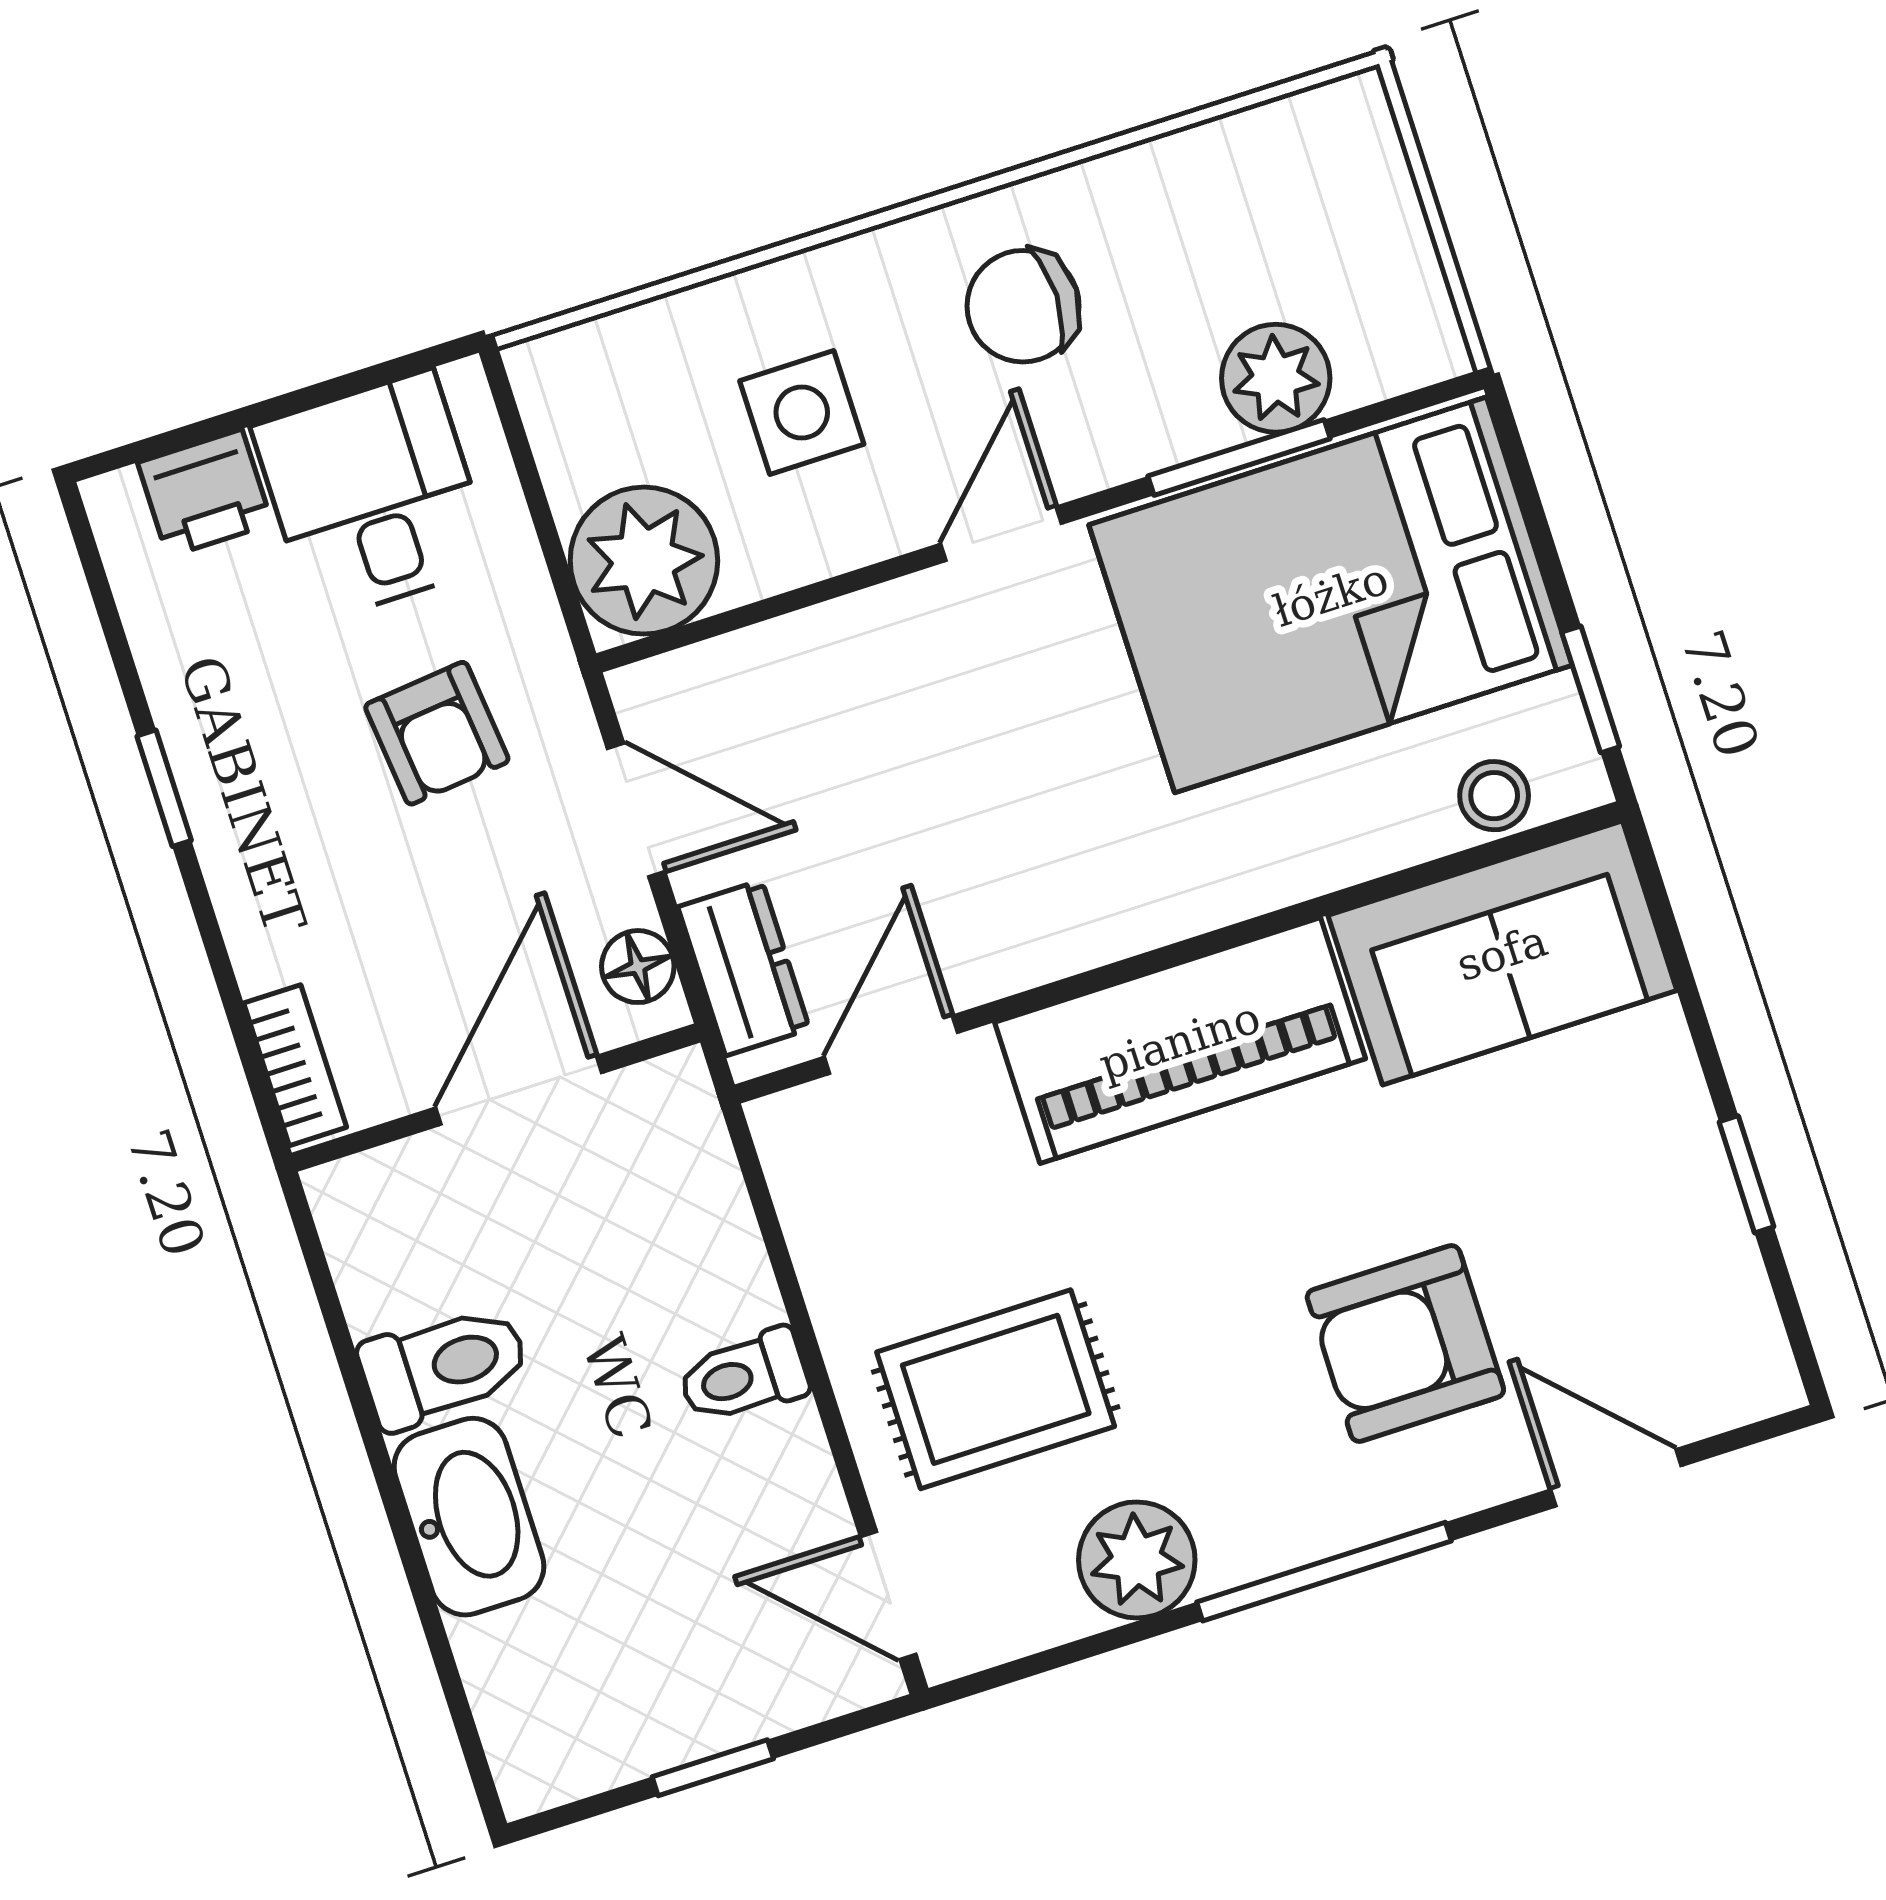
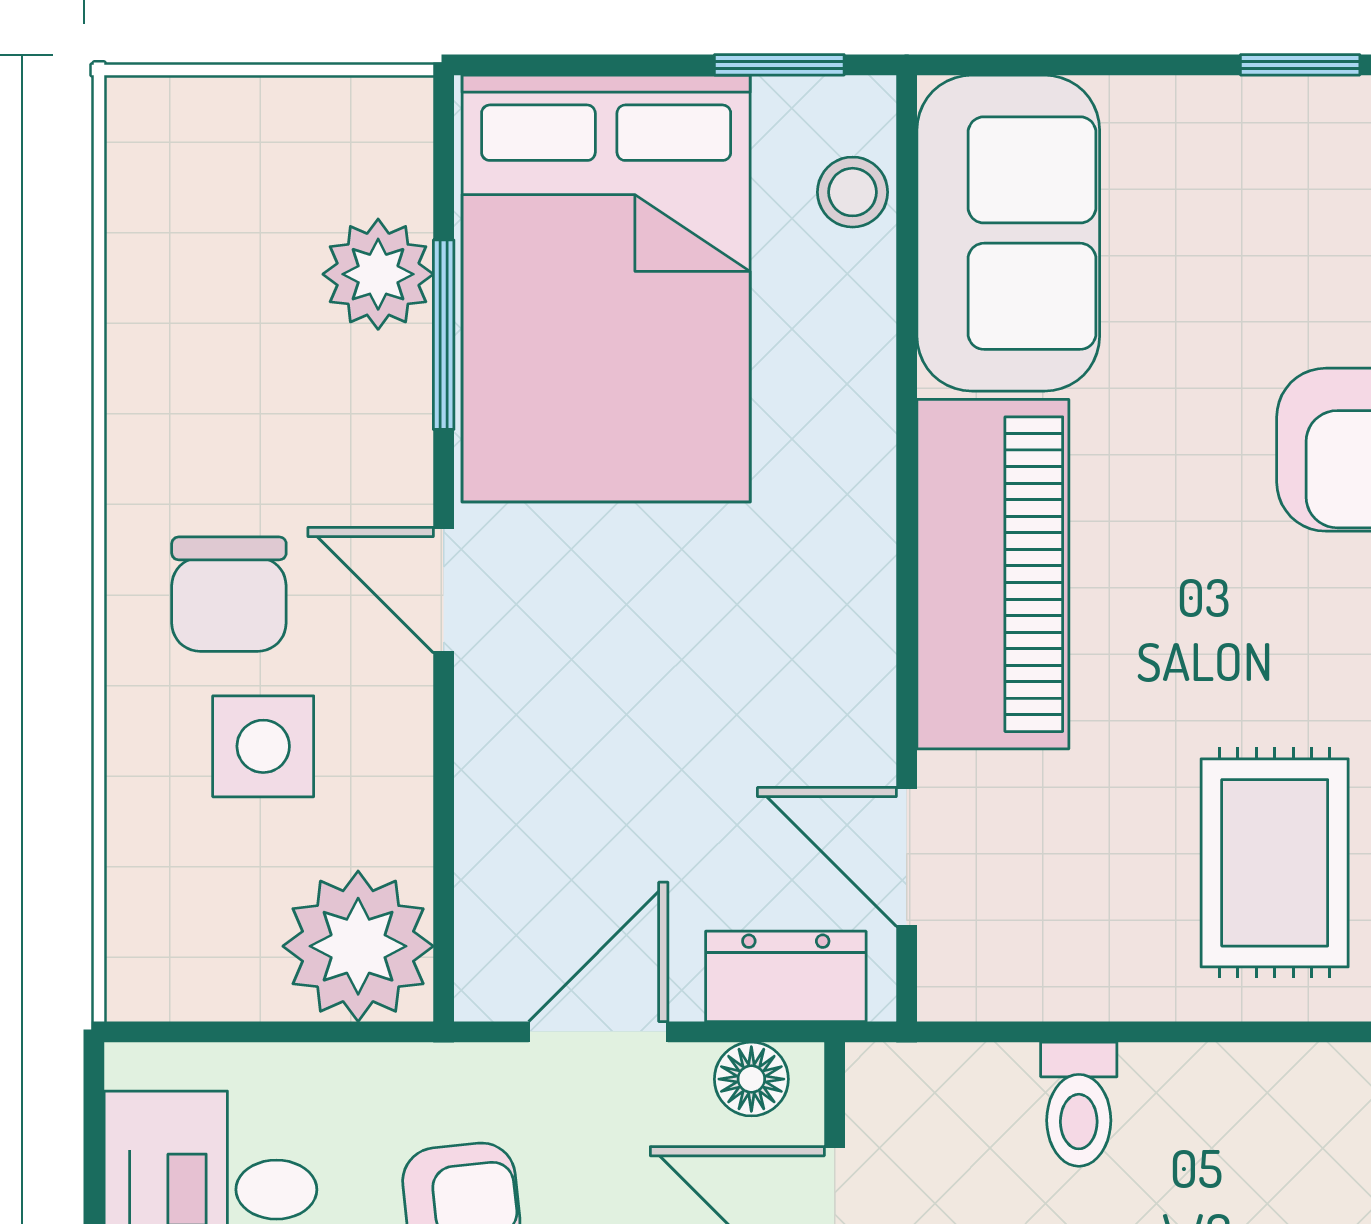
chair: (1023, 306) -> (229, 594), moved
toilet: (744, 1376) -> (1079, 1104), moved

